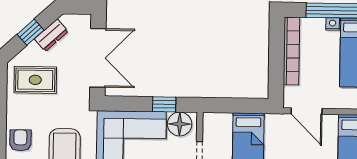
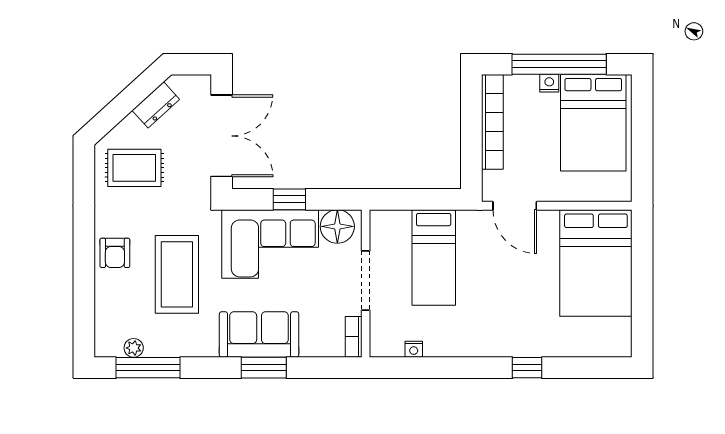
window: (31, 32) -> (127, 101), removed
window: (164, 104) -> (289, 199), moved
armchair: (20, 140) -> (115, 253), turned 180

